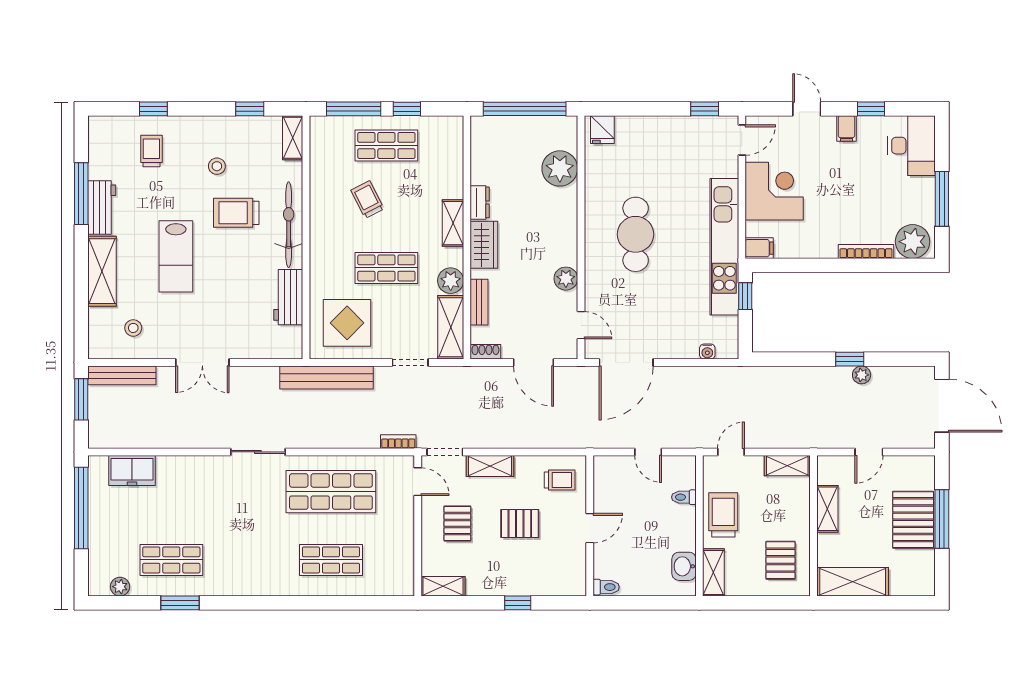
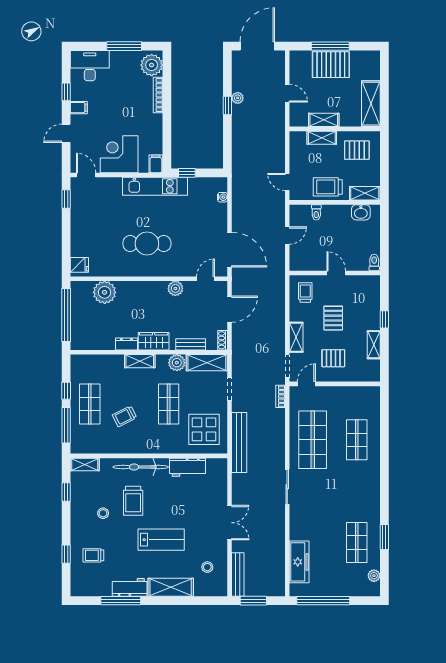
kitchen unit: (724, 247) -> (155, 186), width x0.73
shelving: (787, 466) -> (322, 138), moved, turned 90
freezer: (132, 470) -> (299, 562), width x1.40
shelving: (443, 586) -> (374, 345), moved

